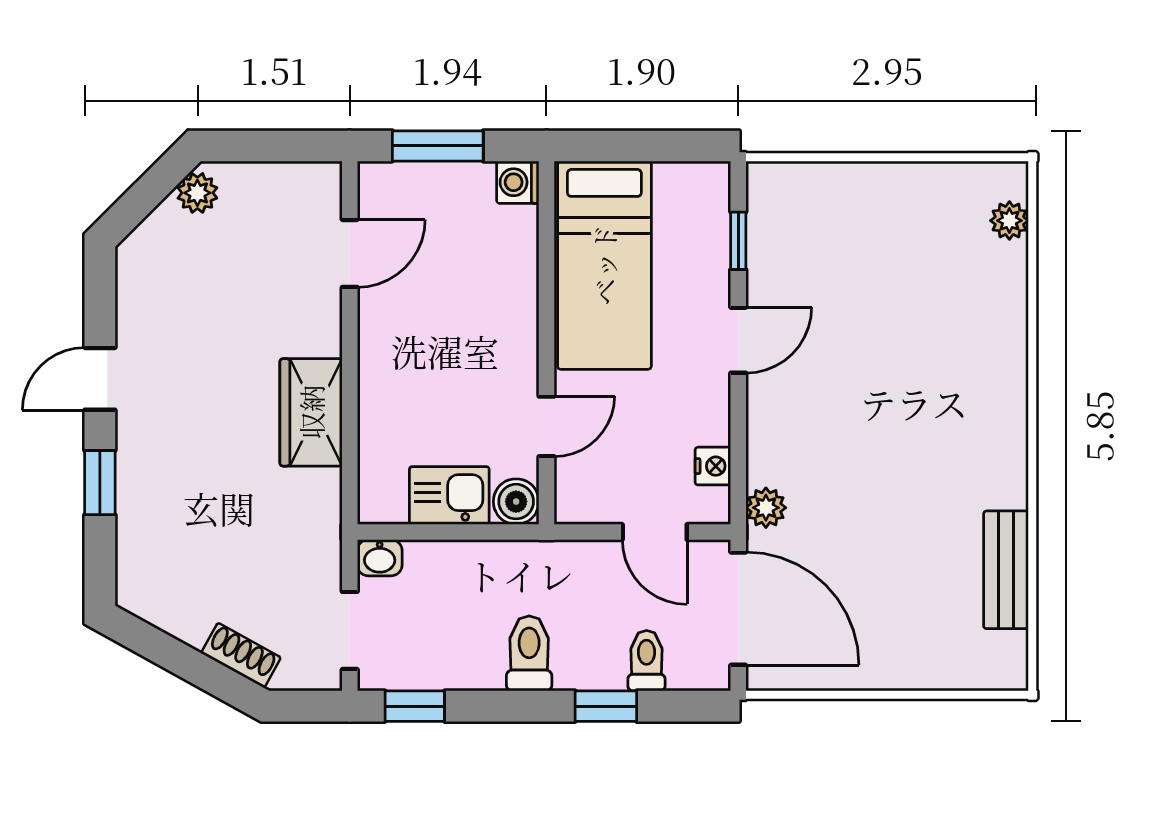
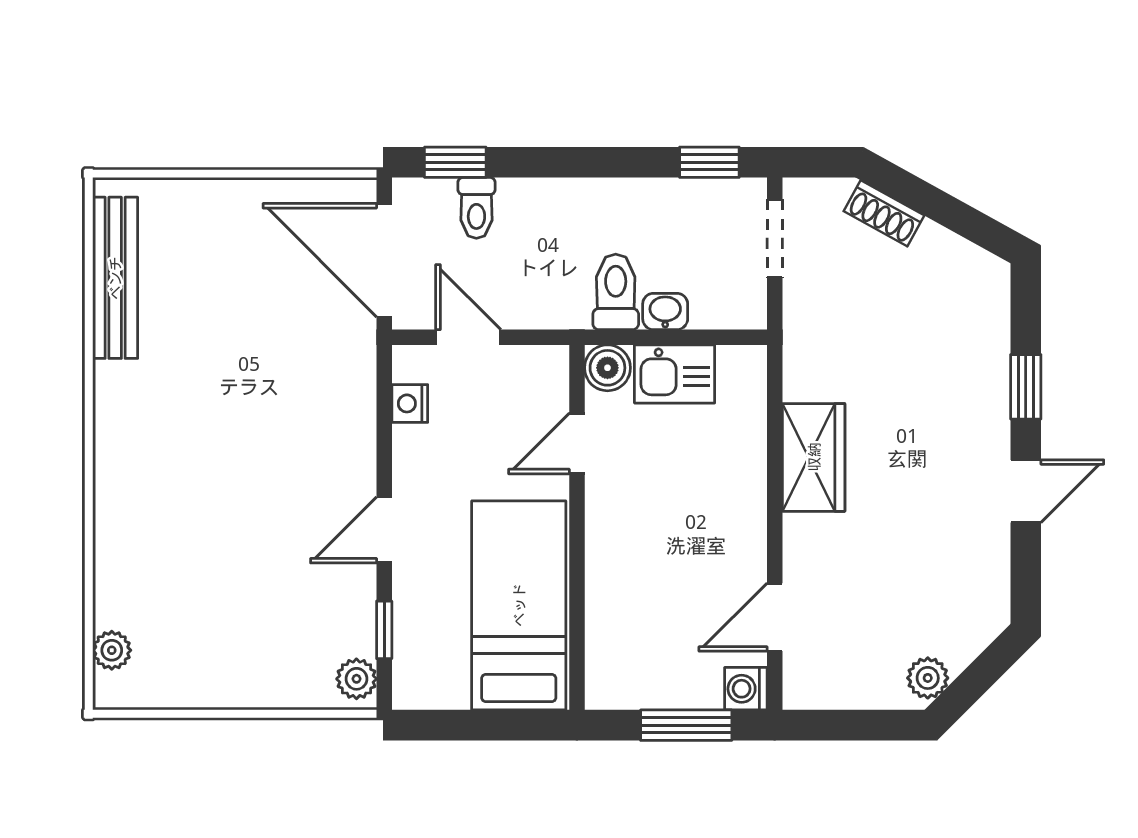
washing machine: (518, 182) -> (746, 689), moved, turned 180
plant: (766, 508) -> (356, 679), moved
washbasin: (380, 558) -> (665, 311), moved
bench: (1006, 570) -> (115, 278), width x1.36
toilet: (529, 653) -> (616, 292), moved, turned 180
window: (606, 706) -> (455, 162), moved

